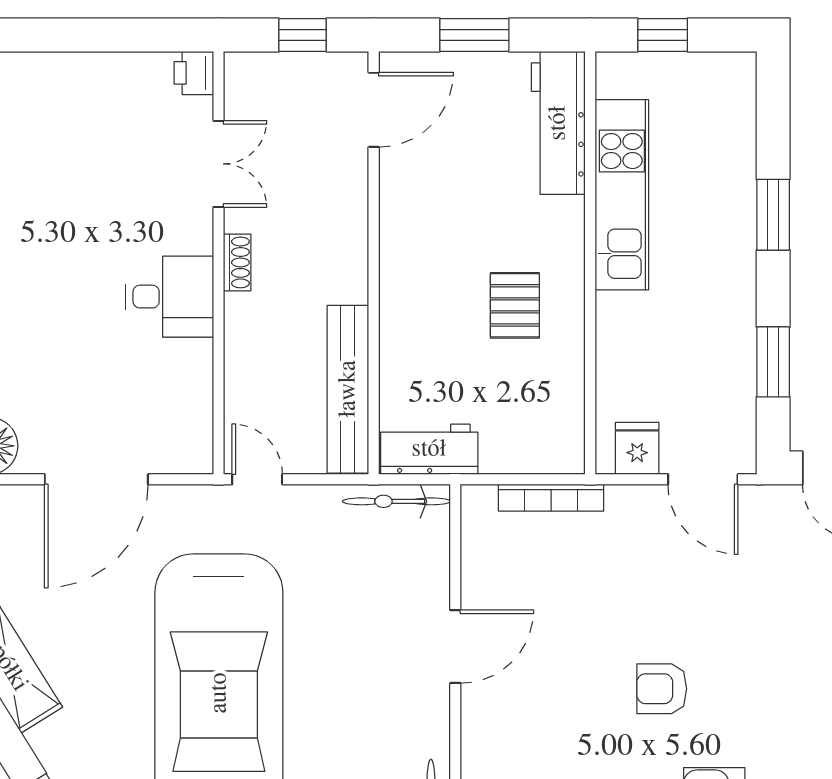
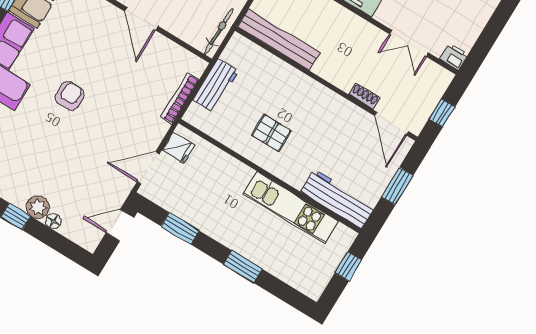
shoe rack: (237, 262) -> (364, 96), moved, turned 180
workbench: (429, 449) -> (216, 86), moved

